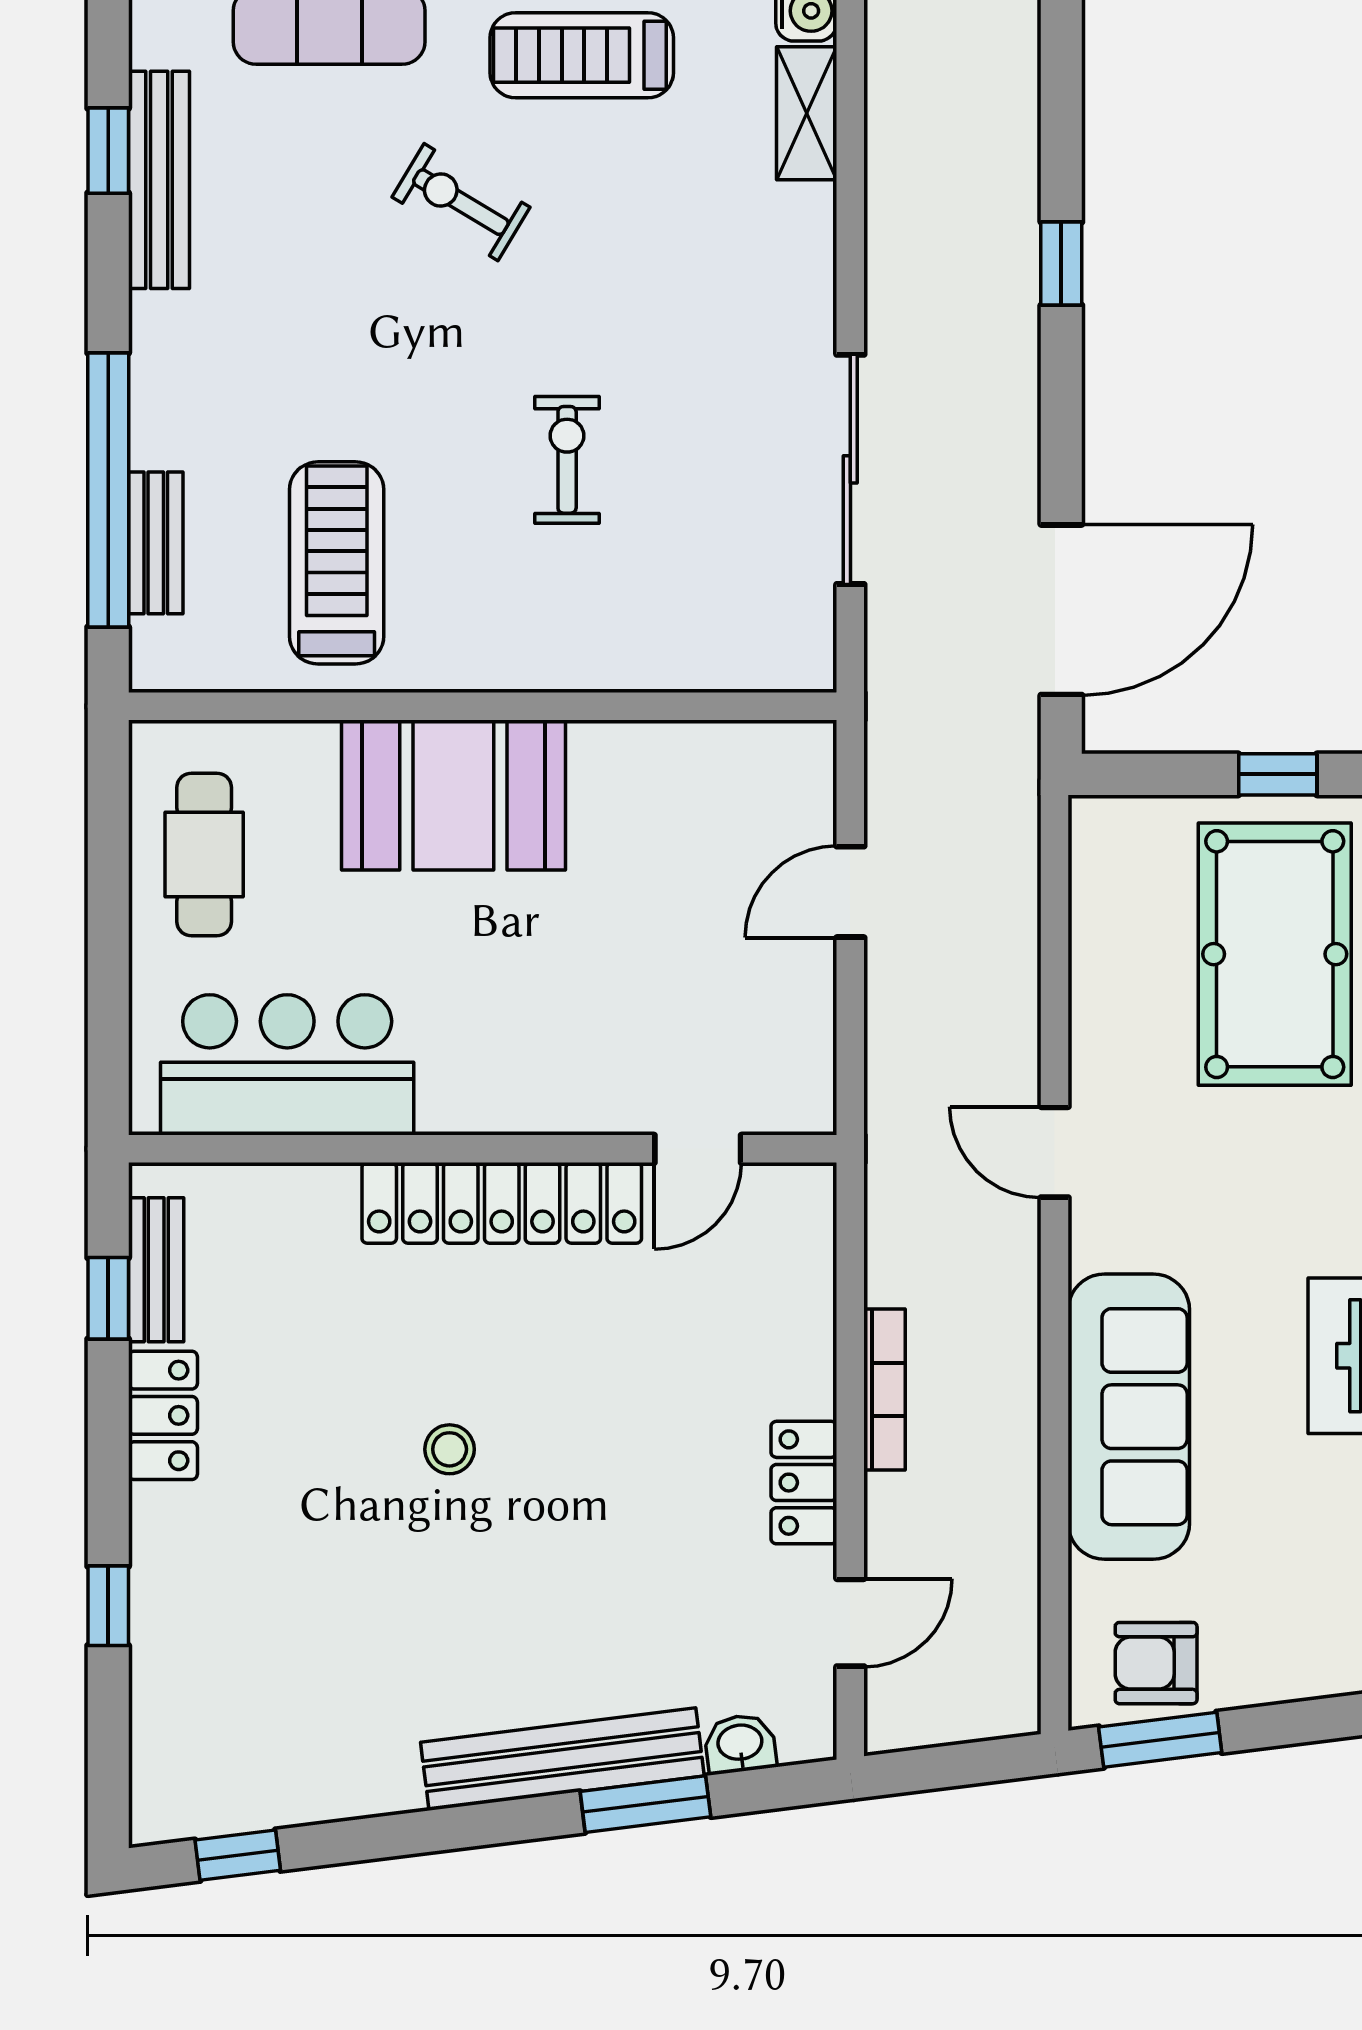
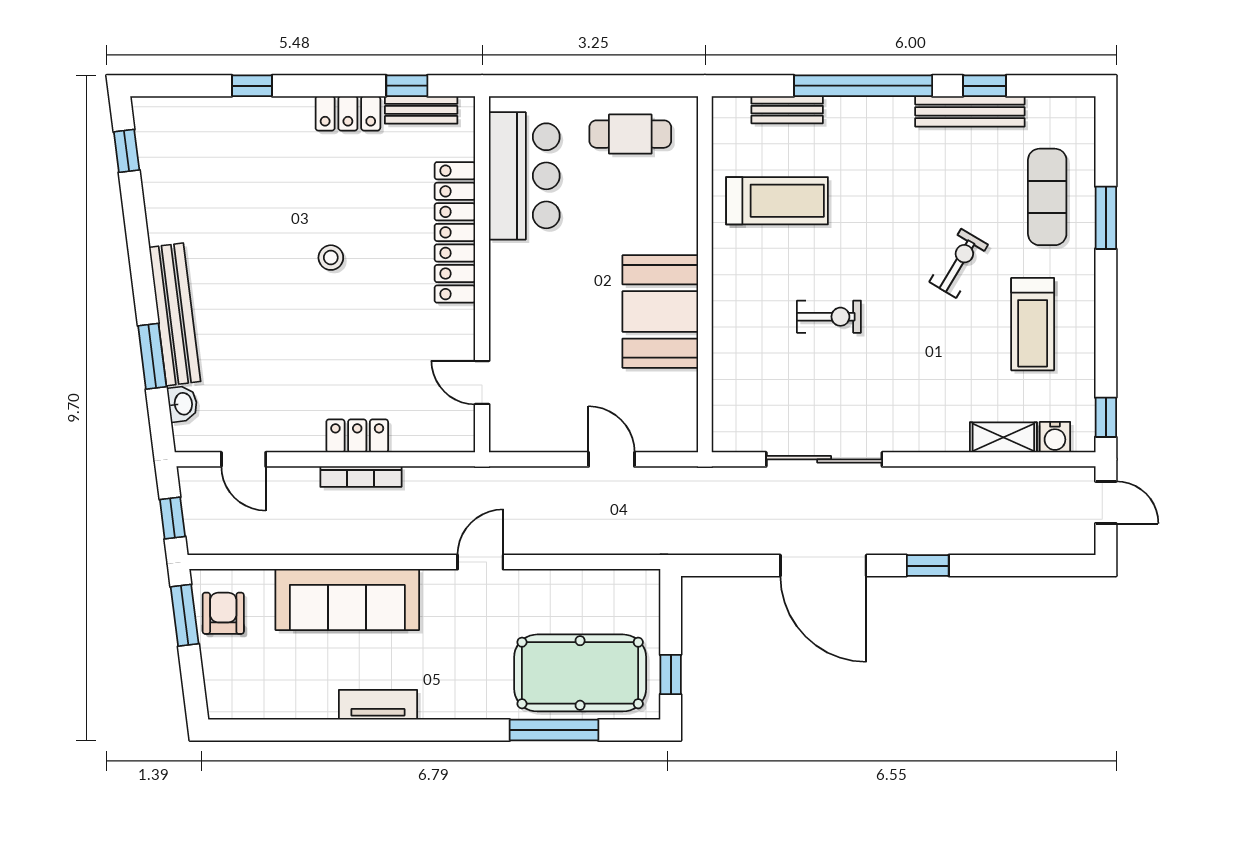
treadmill: (582, 55) -> (1033, 324), turned 180
window: (108, 490) -> (863, 86), moved
door: (1061, 610) -> (823, 566), moved
booth: (453, 795) -> (660, 311), moved
locker: (502, 1203) -> (455, 232), moved
locker: (804, 1483) -> (357, 436), moved
window: (967, 1764) -> (172, 518), added

